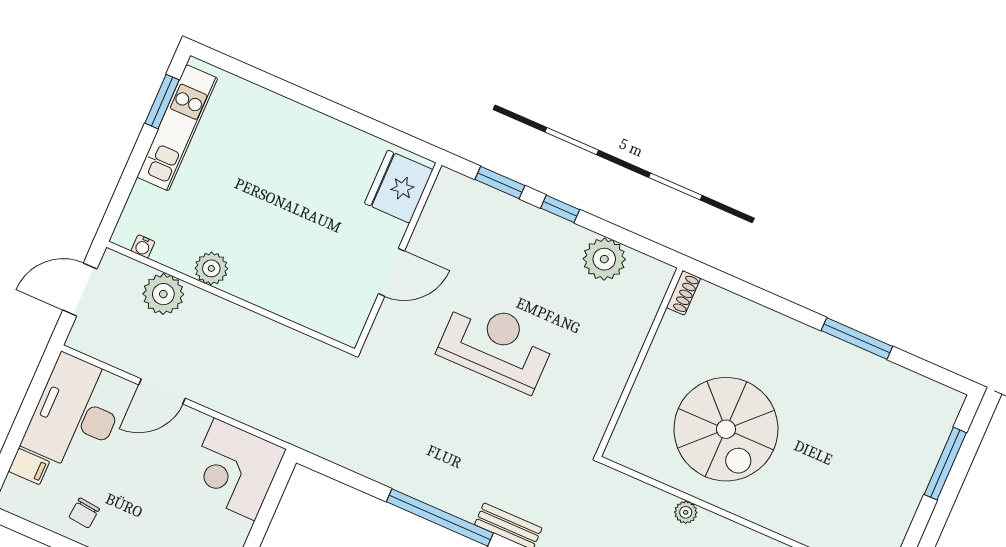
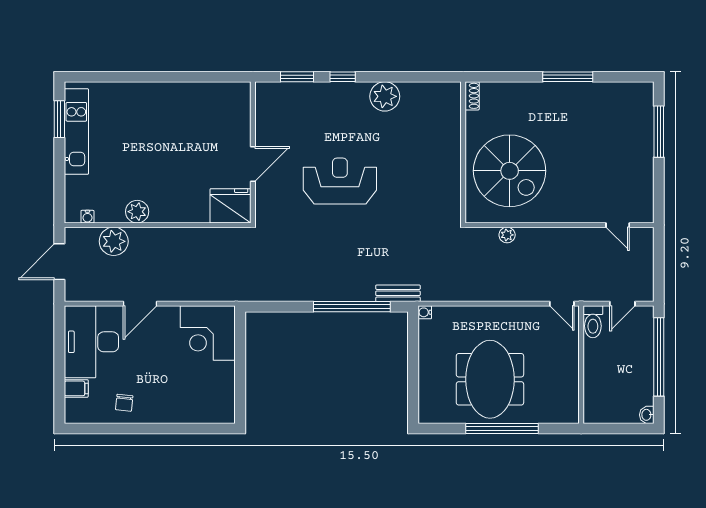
fridge: (399, 187) -> (231, 206), moved, turned 90
shoe rack: (684, 293) -> (472, 96), moved
wall: (639, 362) -> (463, 152), moved

